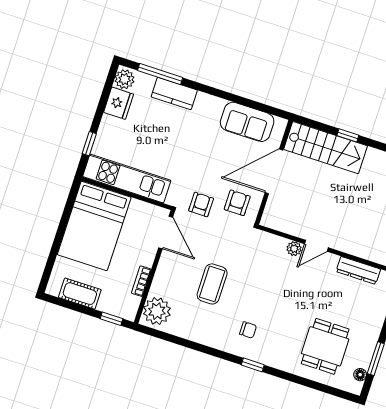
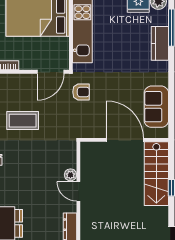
armchair: (237, 203) -> (91, 119), removed

